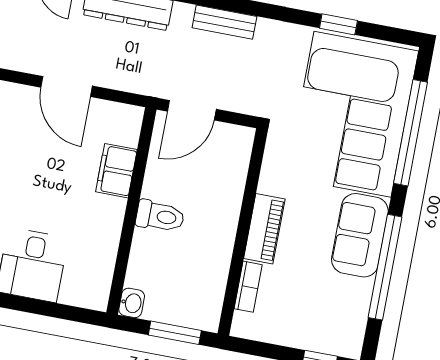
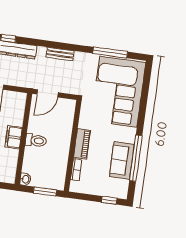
window: (338, 24) -> (110, 52), width x2.17
window: (410, 133) -> (144, 99), removed
filing cabinet: (116, 171) -> (14, 137), moved
sofa: (360, 235) -> (122, 160), moved

